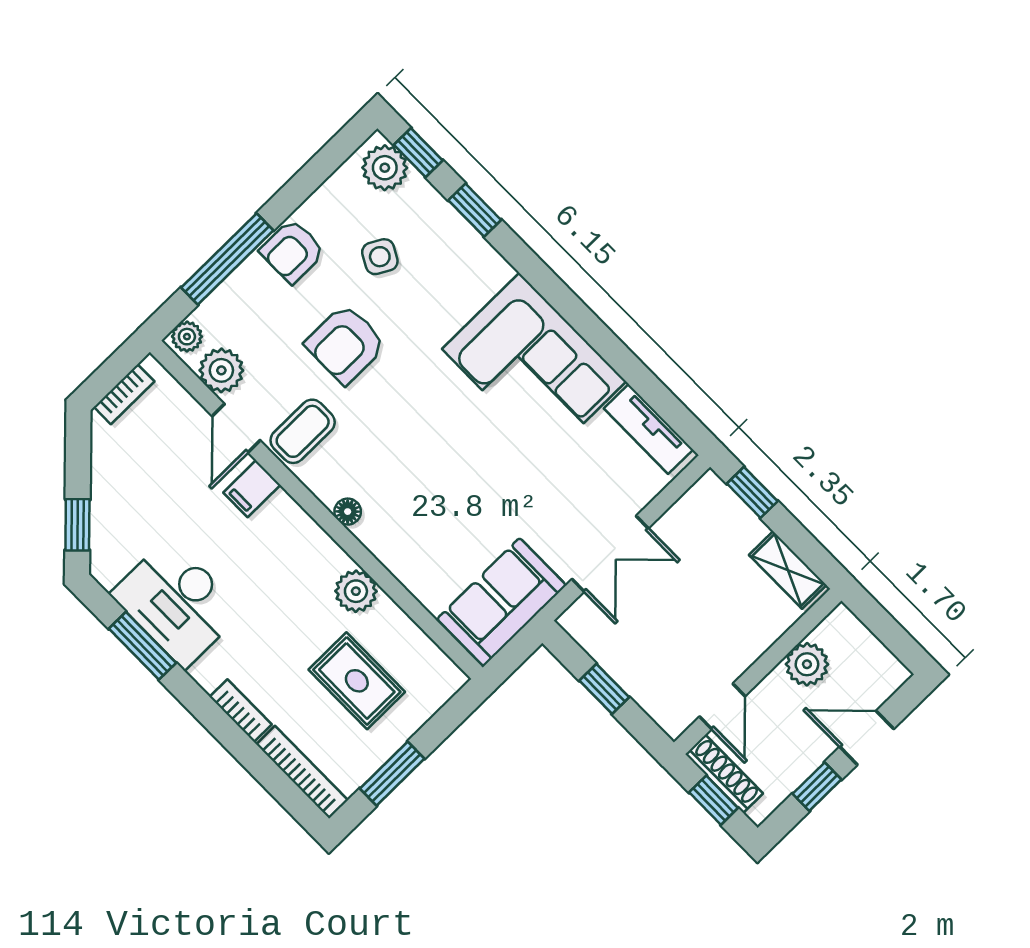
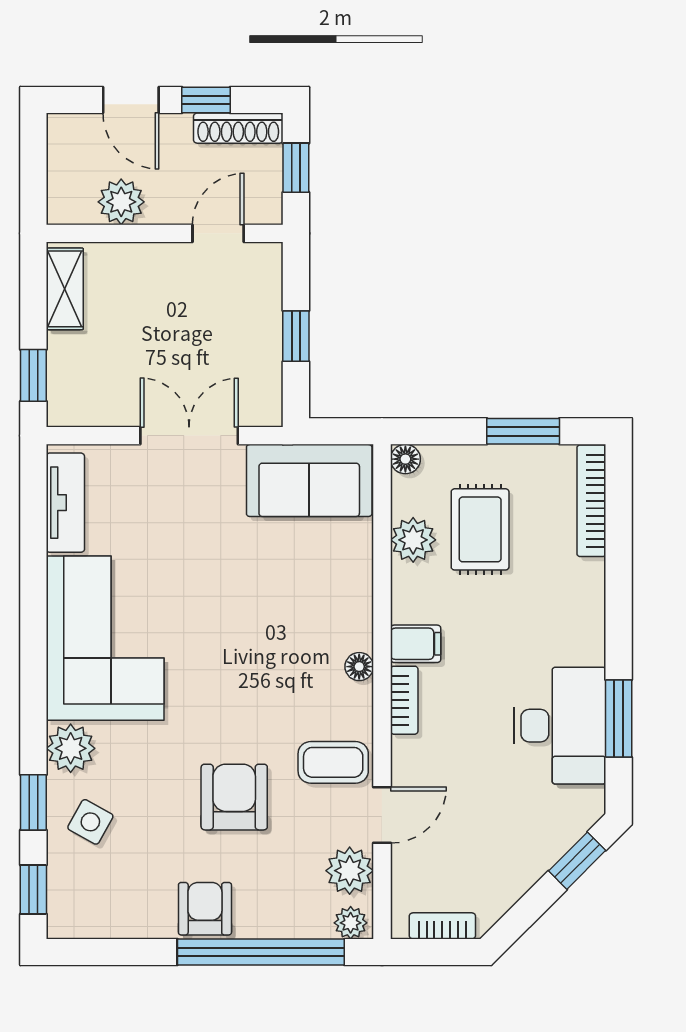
plant: (385, 168) -> (71, 748), moved
armchair: (292, 251) -> (205, 909), turned -90
side table: (380, 257) -> (90, 822), moved
window: (227, 259) -> (261, 952), width x1.46
armchair: (346, 344) -> (234, 797), turned -90
filing cabinet: (252, 489) -> (416, 644), moved
plant: (356, 591) -> (413, 540), moved
floor lamp: (452, 679) -> (405, 459), added
bookcase: (241, 711) -> (404, 700), moved, turned 180
shoe rack: (724, 774) -> (238, 128), moved, turned -90

